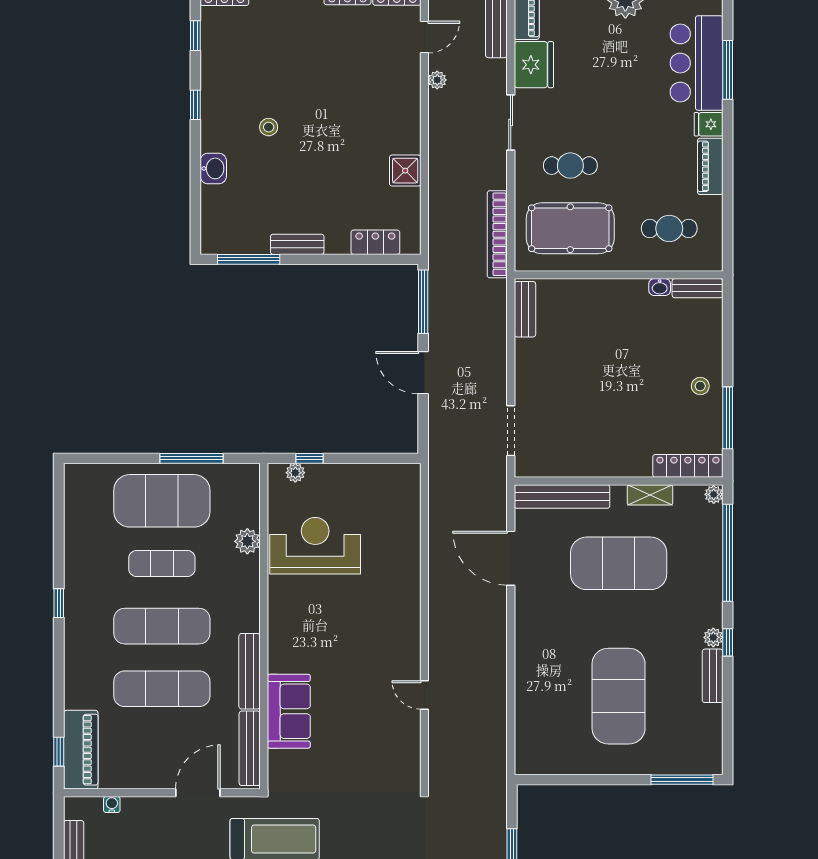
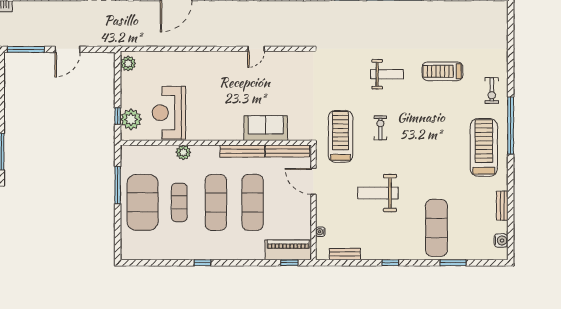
plant: (295, 473) -> (131, 119), width x1.88, depth x1.88
plant: (399, 476) -> (128, 63), added
plant: (247, 541) -> (183, 152), moved

